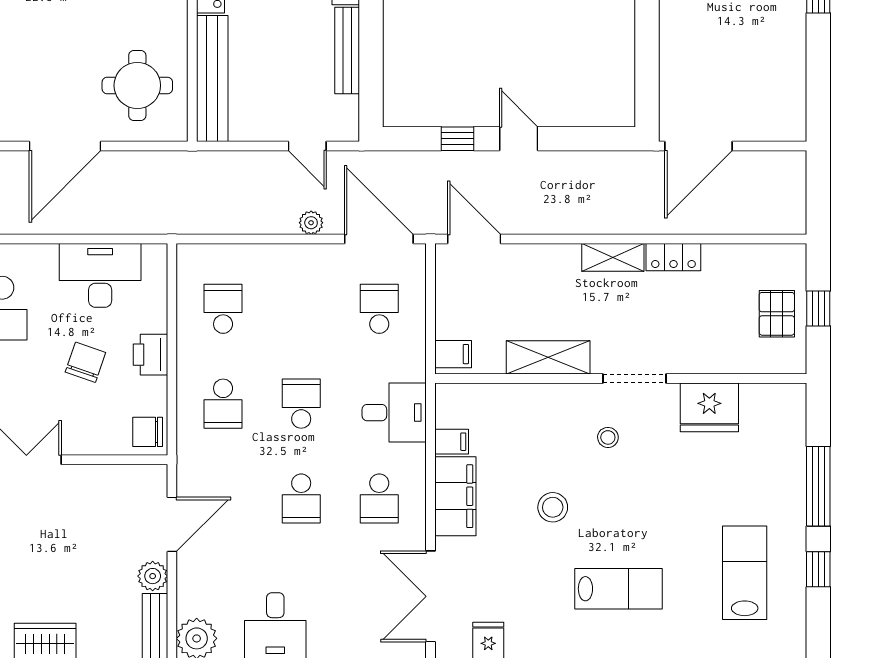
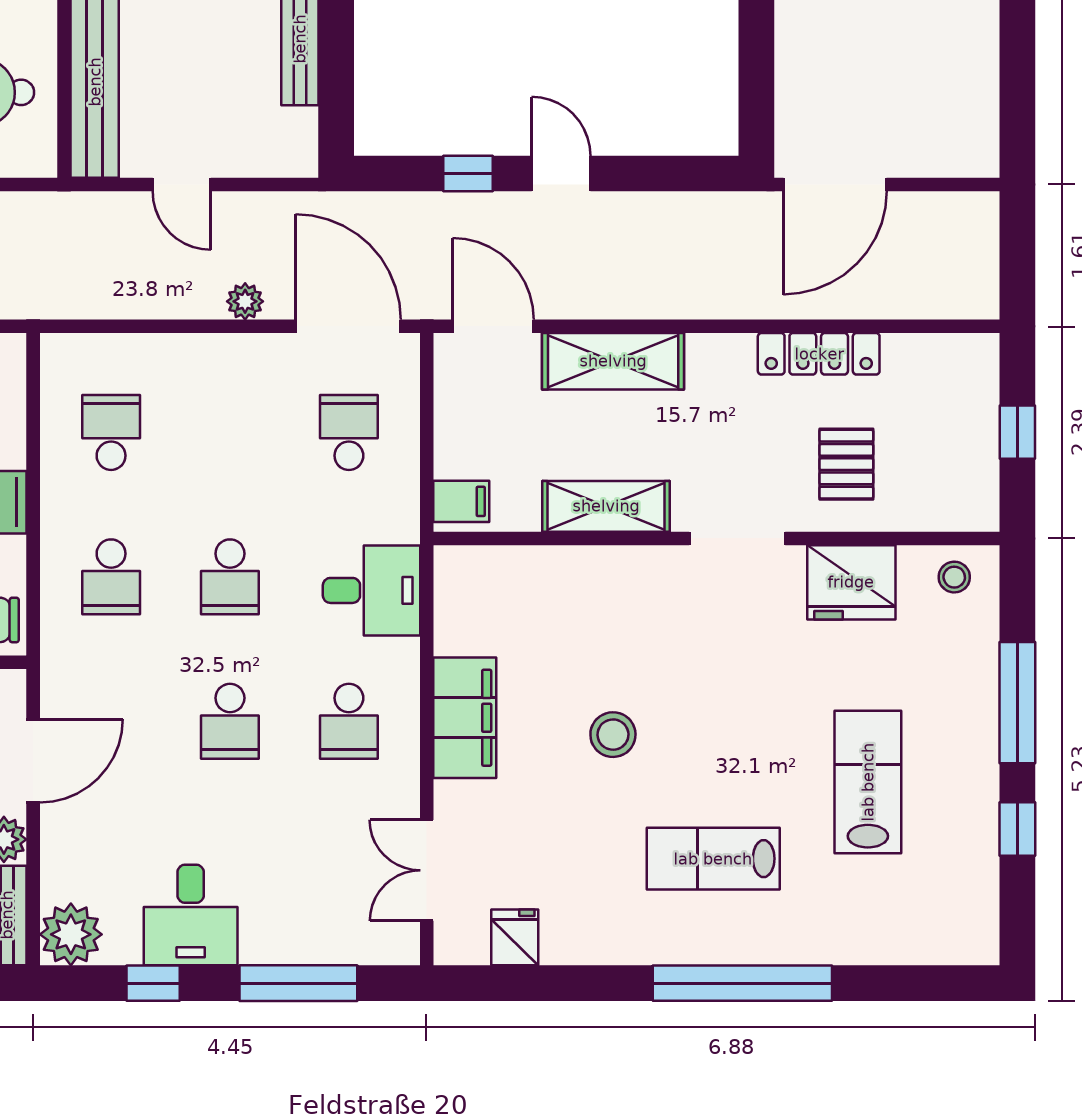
door: (307, 146) -> (182, 185), moved
shelving: (613, 257) -> (613, 361), moved, width x1.50, depth x1.33
locker: (673, 257) -> (819, 354), width x1.53
pallet: (777, 314) -> (846, 464), moved
school desk: (301, 404) -> (230, 577), turned 180
stool: (608, 437) -> (954, 577), moved
filing cabinet: (452, 442) -> (459, 635), removed
lab bench: (745, 573) -> (868, 782), moved
lab bench: (619, 589) -> (713, 859), turned 180
double door: (430, 596) -> (427, 870), width x0.73

